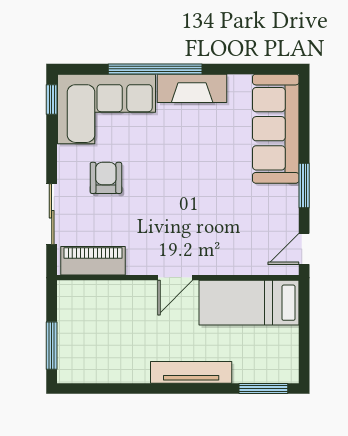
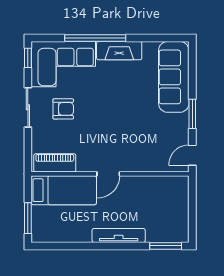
armchair: (106, 178) -> (63, 109), turned 90
sliding door: (52, 214) -> (28, 107), moved
bed: (249, 303) -> (64, 190), moved, turned 180

